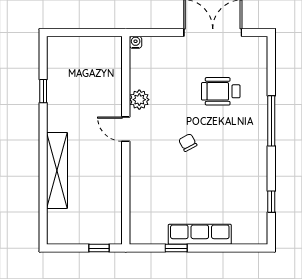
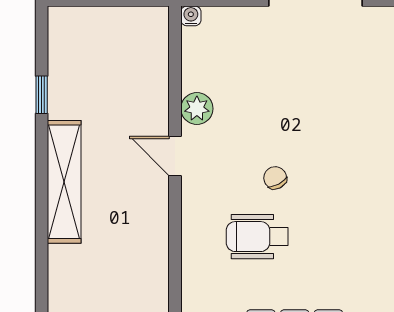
wheelchair: (221, 91) -> (257, 237), moved
shelving: (57, 170) -> (64, 182), moved

